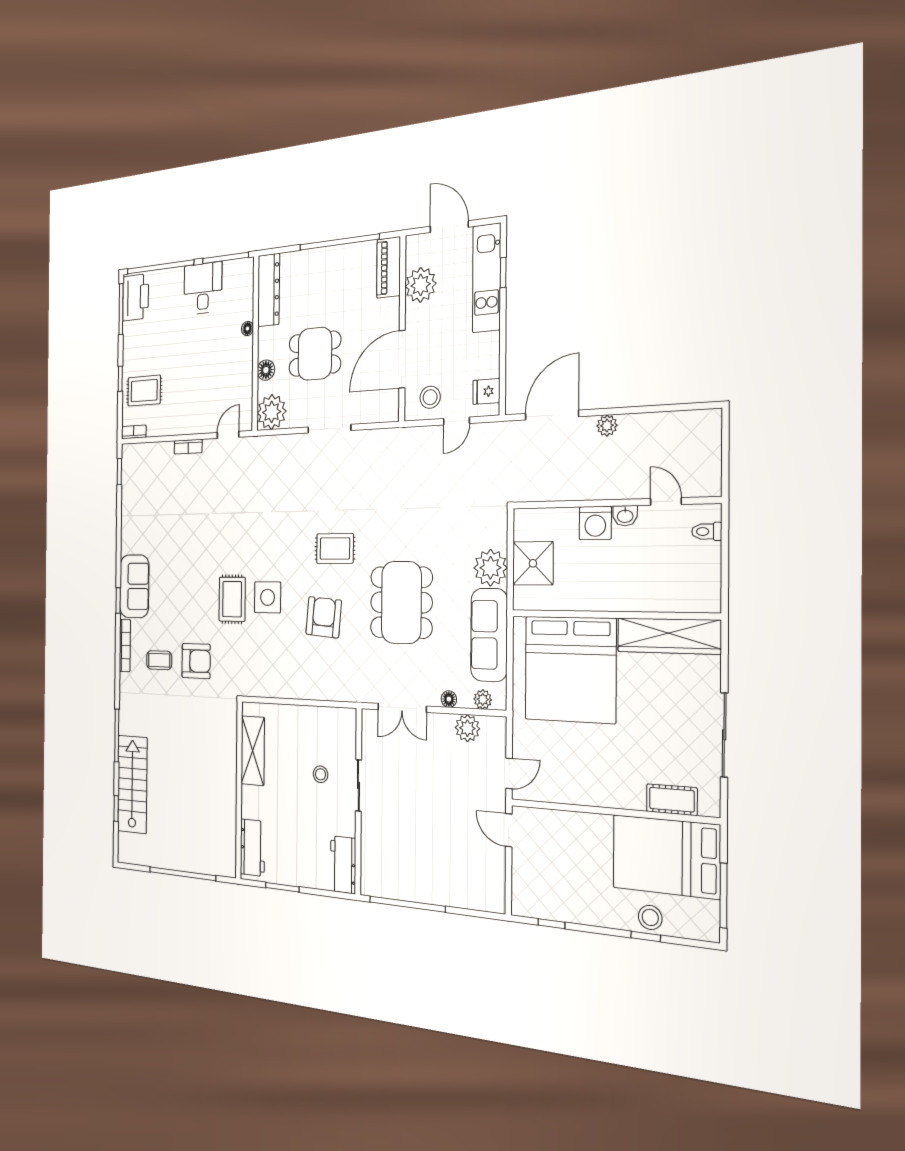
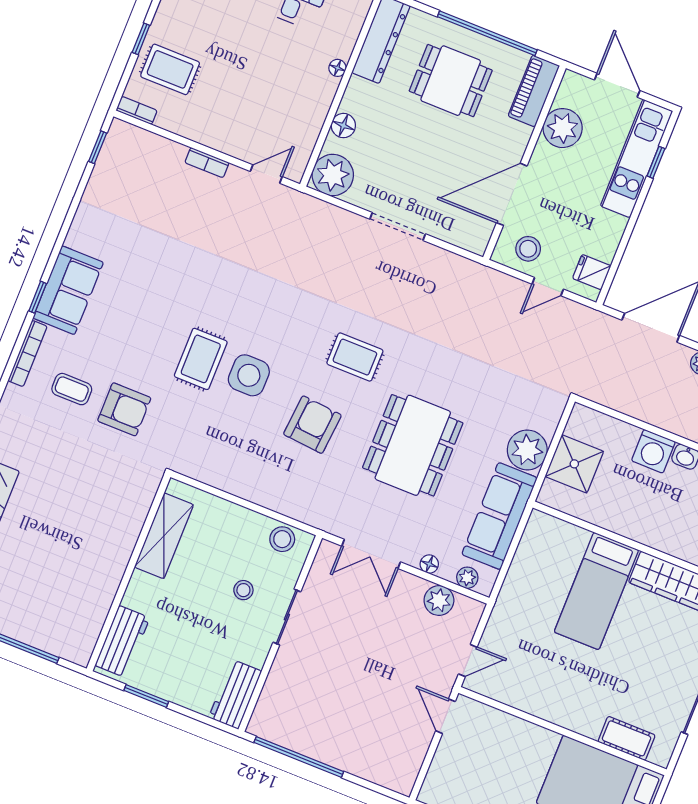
dining table: (315, 354) -> (451, 81), moved
bed: (570, 669) -> (596, 591), width x0.49
stool: (334, 721) -> (282, 539), added

